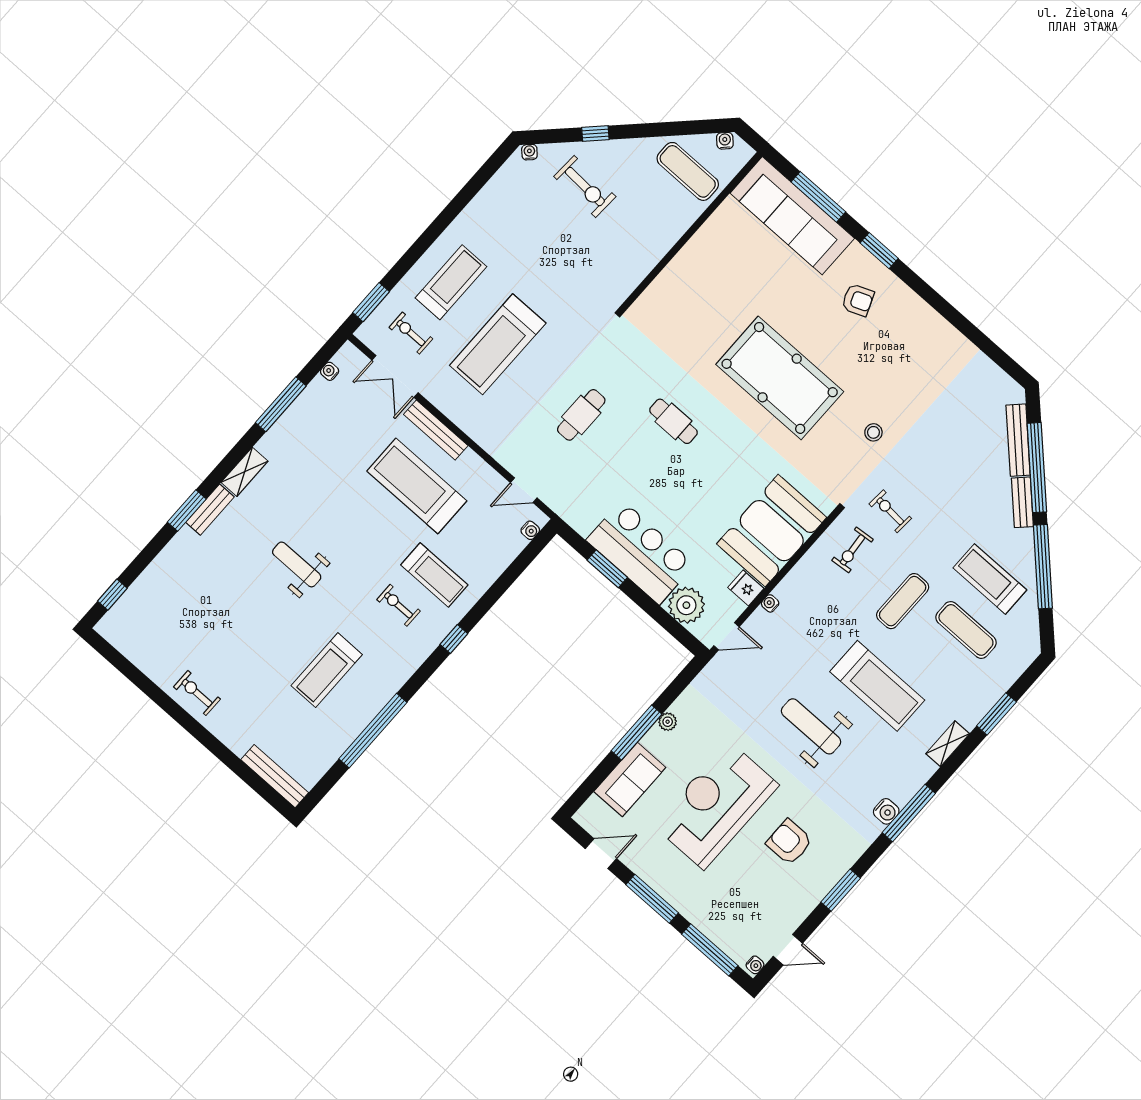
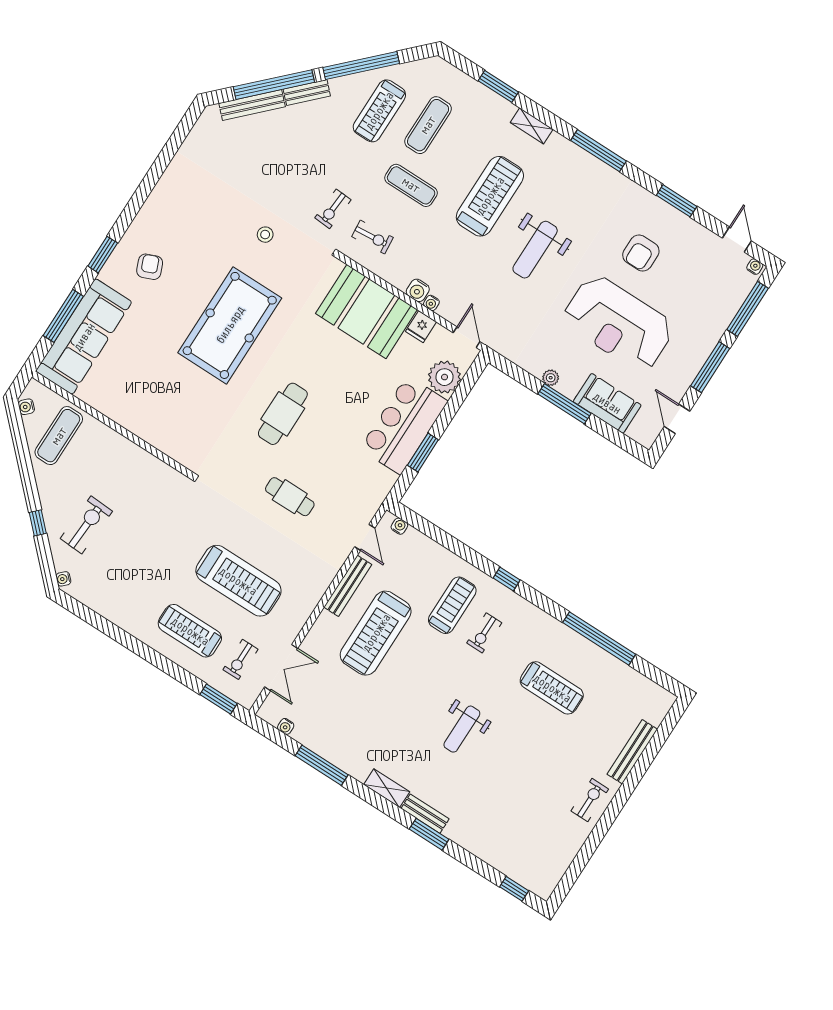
cafe table: (673, 421) -> (283, 414), width x1.37, depth x1.35
bench: (436, 430) -> (348, 586), moved
exercise bike: (197, 693) -> (590, 800), turned 180
bench: (275, 776) -> (632, 752), moved
water cooler: (886, 811) -> (418, 290), moved, turned 180

